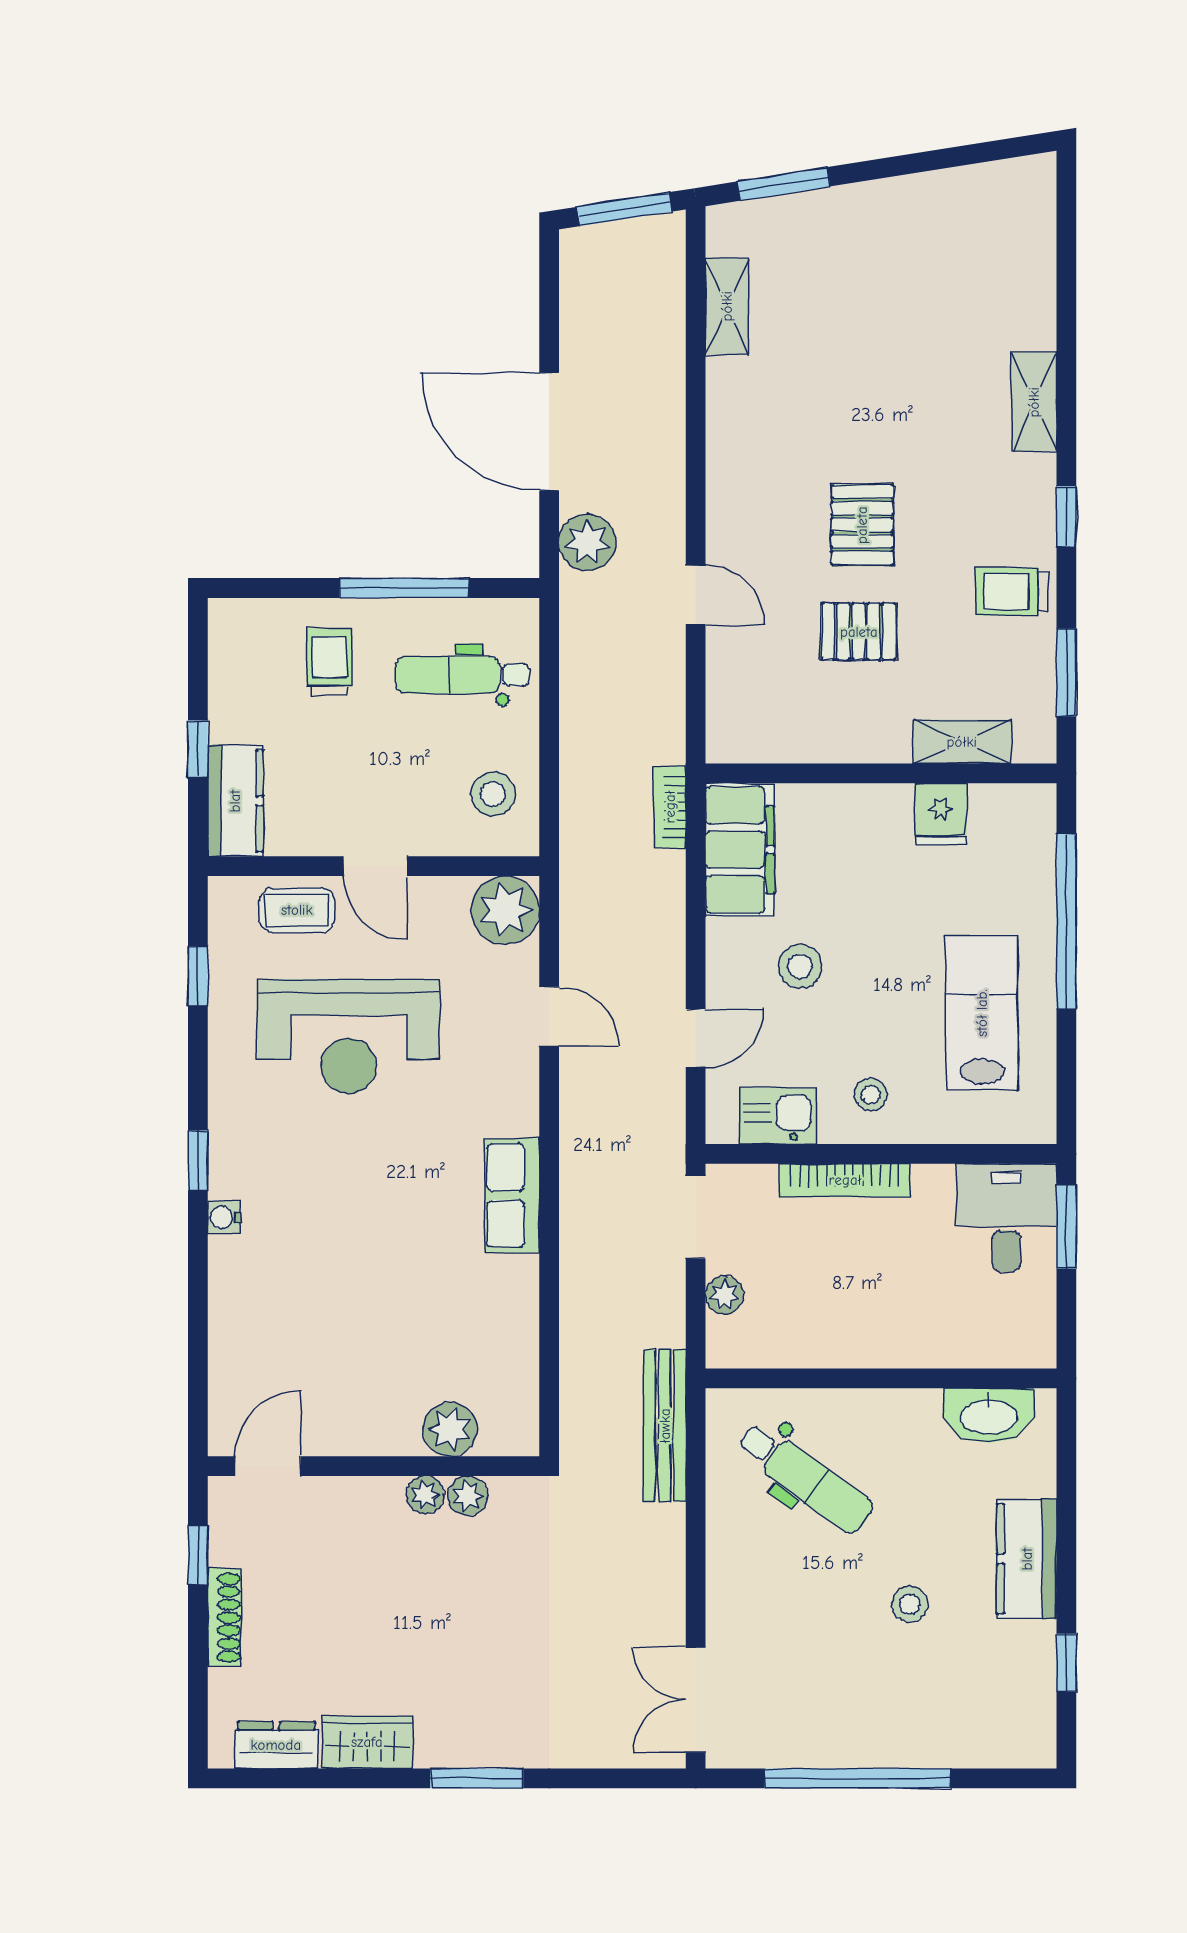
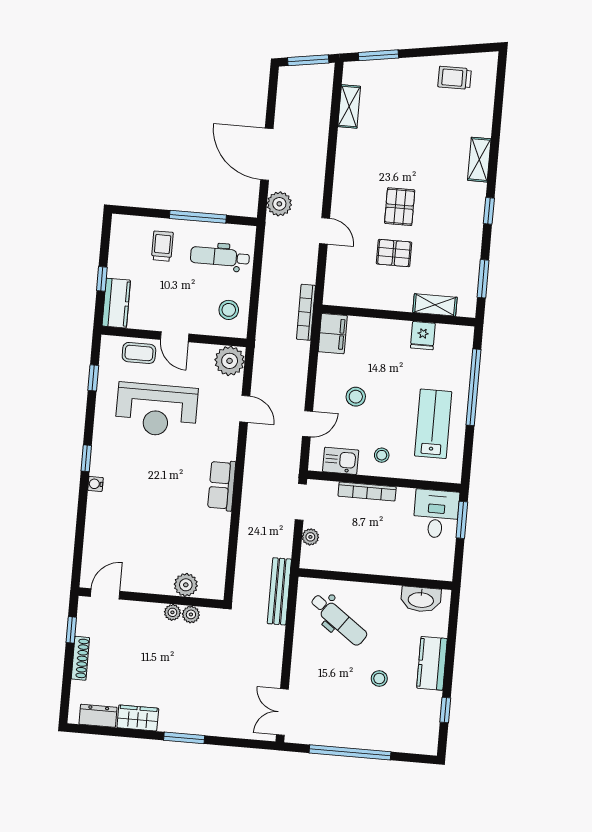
trolley: (1011, 592) -> (455, 78), moved
bookcase: (670, 807) -> (306, 312), width x1.56
filing cabinet: (740, 850) -> (333, 334), width x0.67, depth x0.86

